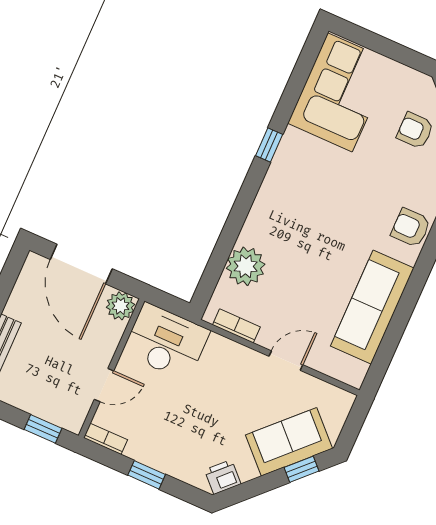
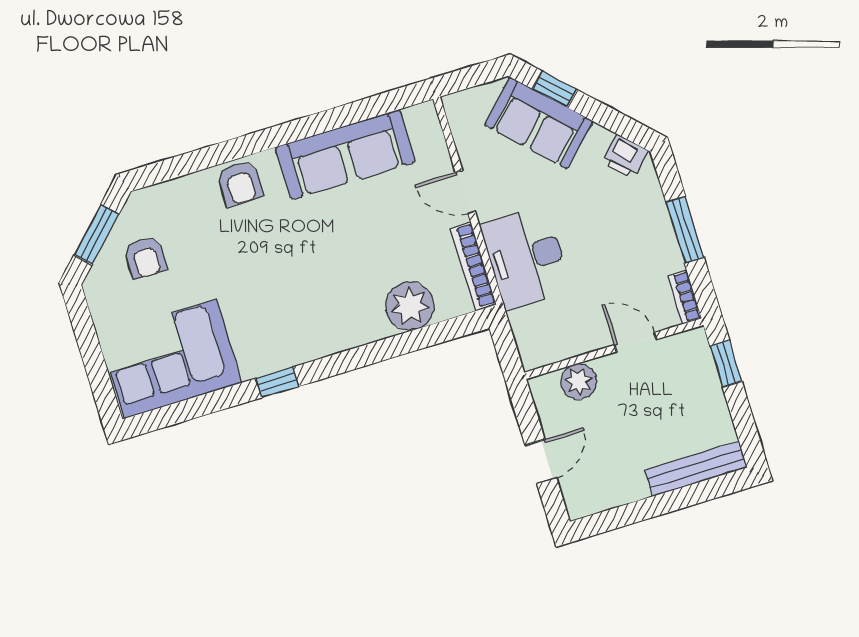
door: (81, 264) -> (541, 462), width x0.53
plant: (121, 306) -> (579, 382), moved
bookcase: (236, 326) -> (473, 266), width x1.56
desk: (166, 342) -> (526, 258), moved
window: (147, 475) -> (685, 230), width x1.50

